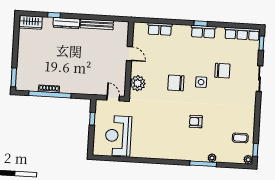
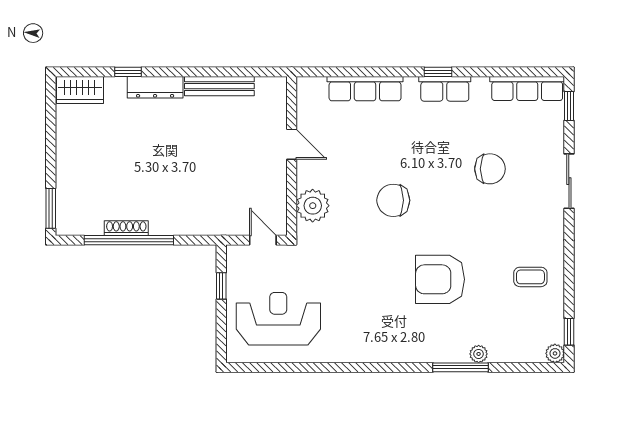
row of seats: (160, 29) -> (365, 89), width x1.48
side table: (201, 82) -> (446, 196), removed
armchair: (196, 122) -> (440, 279), width x1.88, depth x1.88
reception desk: (118, 136) -> (278, 319), turned 90
coffee table: (240, 138) -> (530, 277), moved

